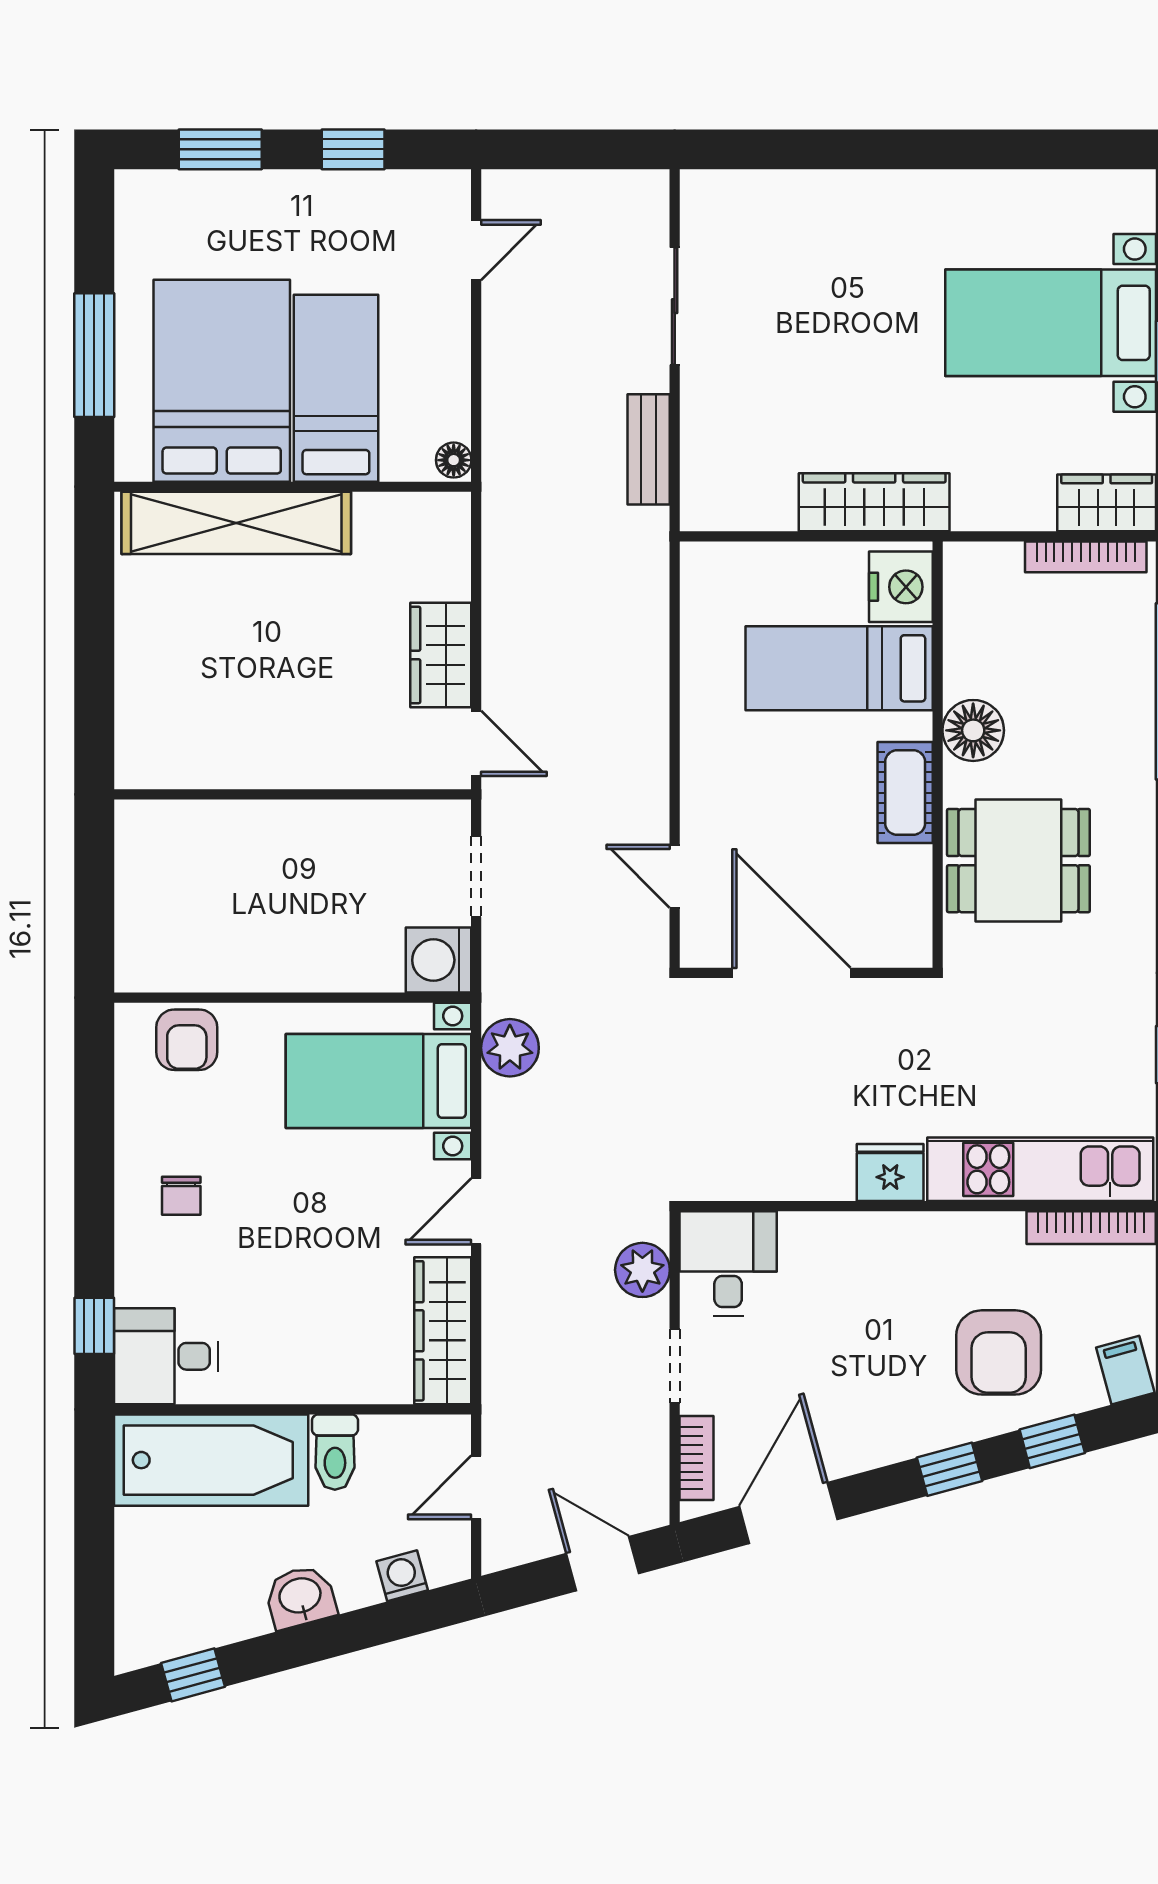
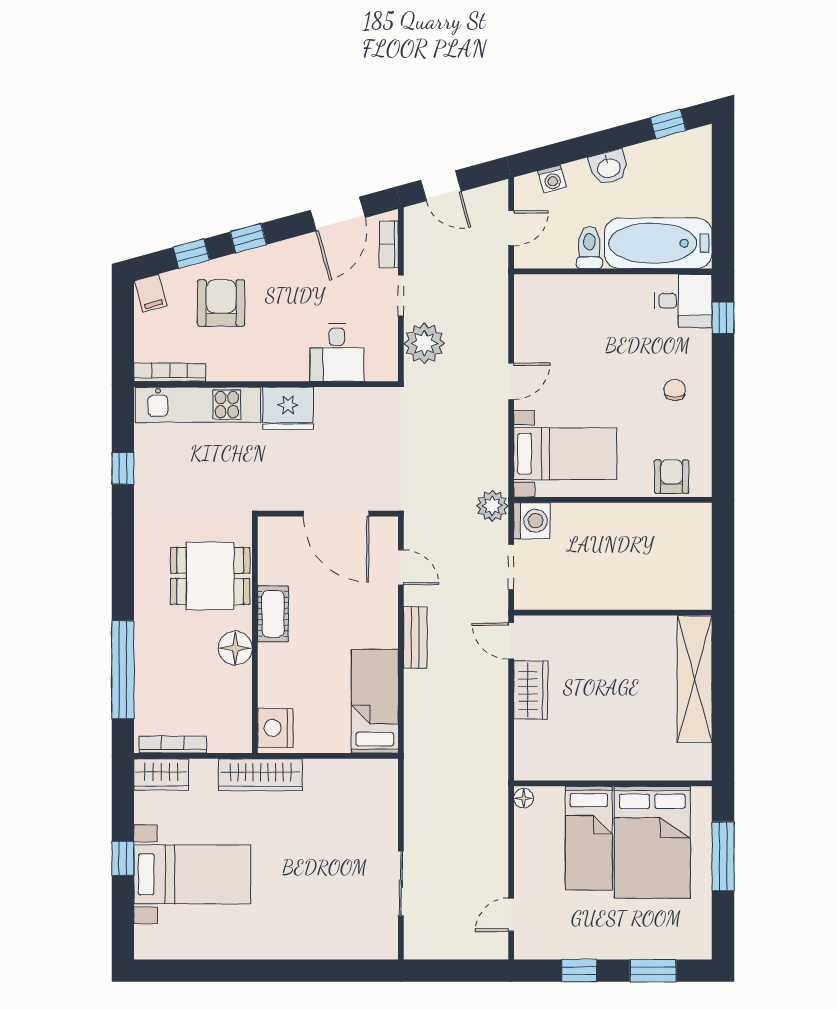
bench: (649, 449) -> (415, 637), moved
wardrobe: (874, 502) -> (260, 775), moved
shelving: (236, 523) -> (695, 679), moved, turned 90
bed: (839, 668) -> (375, 701), moved, turned -90
plant: (510, 1048) -> (492, 506), moved
fridge: (890, 1172) -> (288, 408), width x1.36, depth x1.34
desk: (728, 1263) -> (337, 352), moved
plant: (642, 1270) -> (424, 343), width x1.36, depth x1.36
wardrobe: (443, 1331) -> (530, 315), removed

